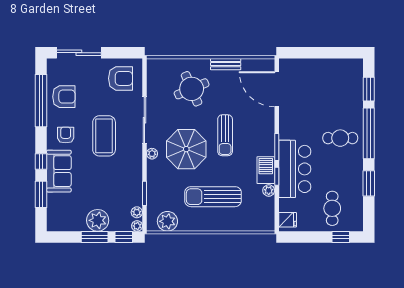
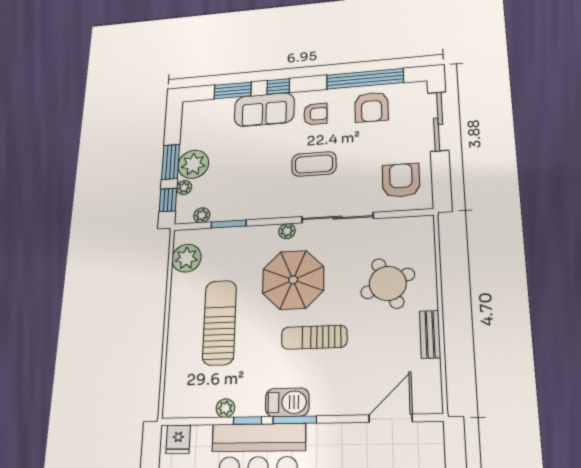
armchair: (121, 78) -> (401, 180), turned 180
door: (277, 89) -> (391, 418), width x0.73
coffee table: (104, 136) -> (314, 164), width x0.73, depth x0.76
barbecue: (266, 170) -> (287, 402), moved
plant: (137, 226) -> (184, 187), moved

